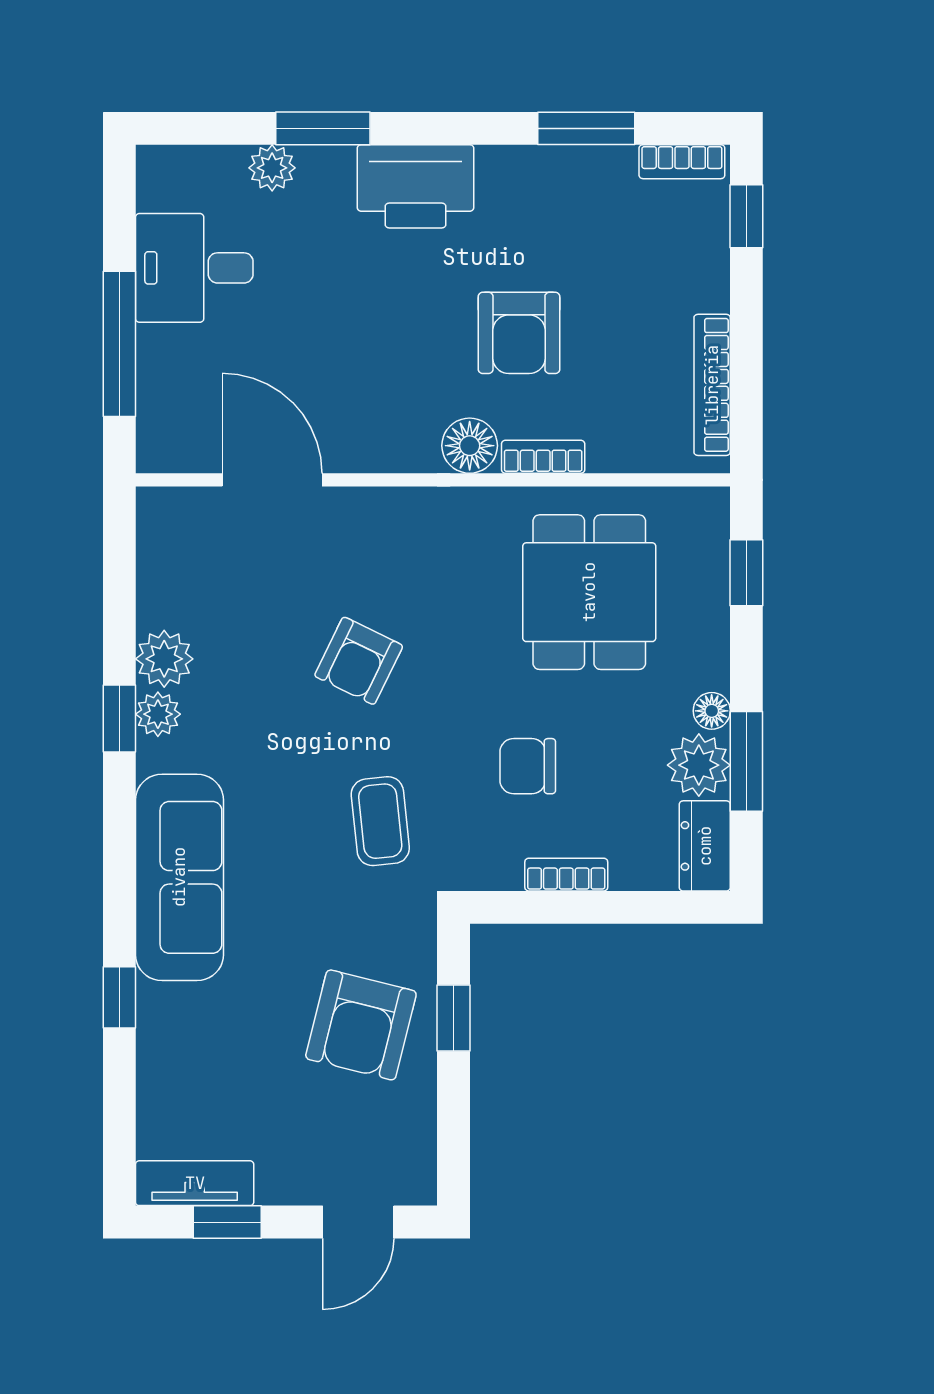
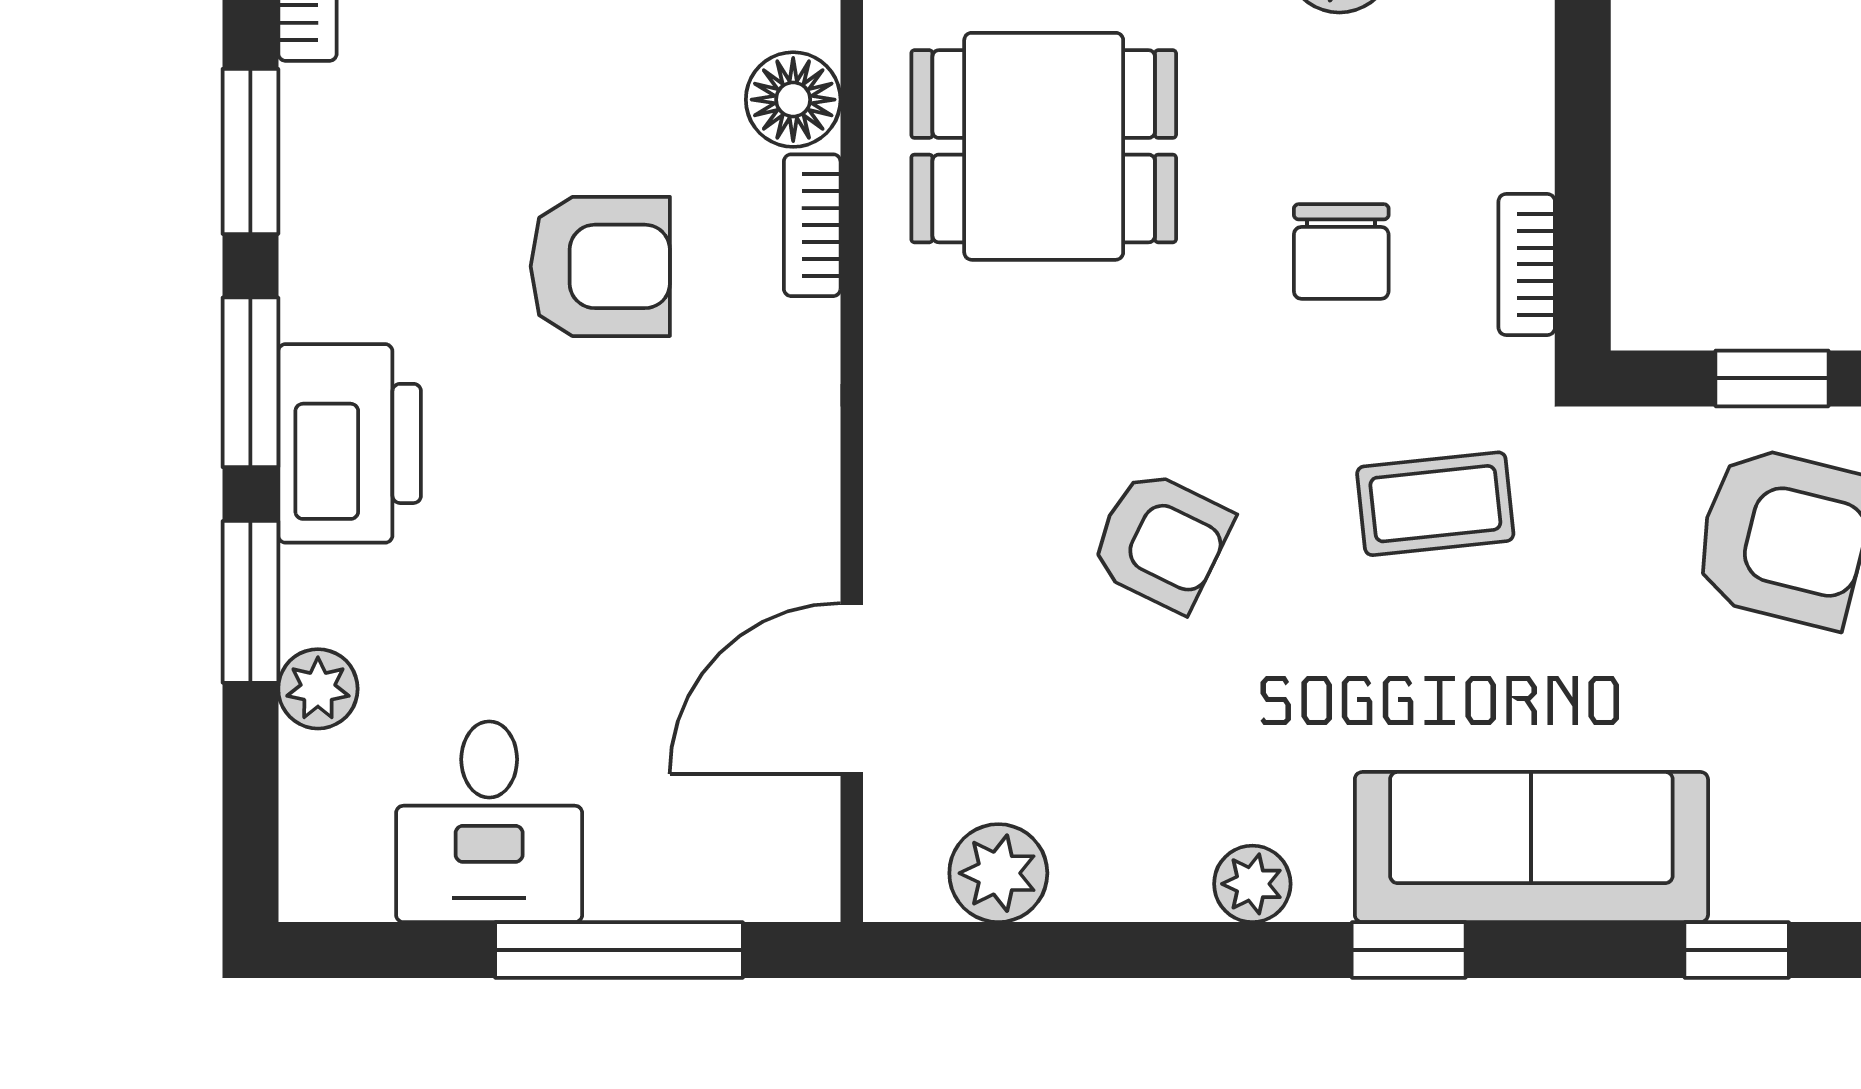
window: (451, 128) -> (250, 382), added
floor lamp: (470, 446) -> (793, 100), moved
plant: (164, 659) -> (998, 873), moved
window: (119, 719) -> (1409, 950), moved
bookcase: (566, 875) -> (1527, 264), moved

